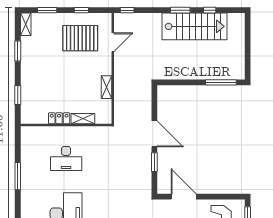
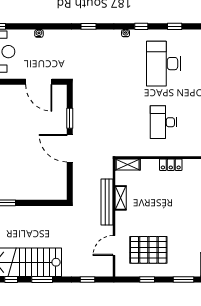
window: (127, 10) -> (87, 279), moved
bench: (119, 83) -> (107, 202), added
shelving: (83, 119) -> (128, 164), moved
desk: (66, 158) -> (163, 122), turned -90

